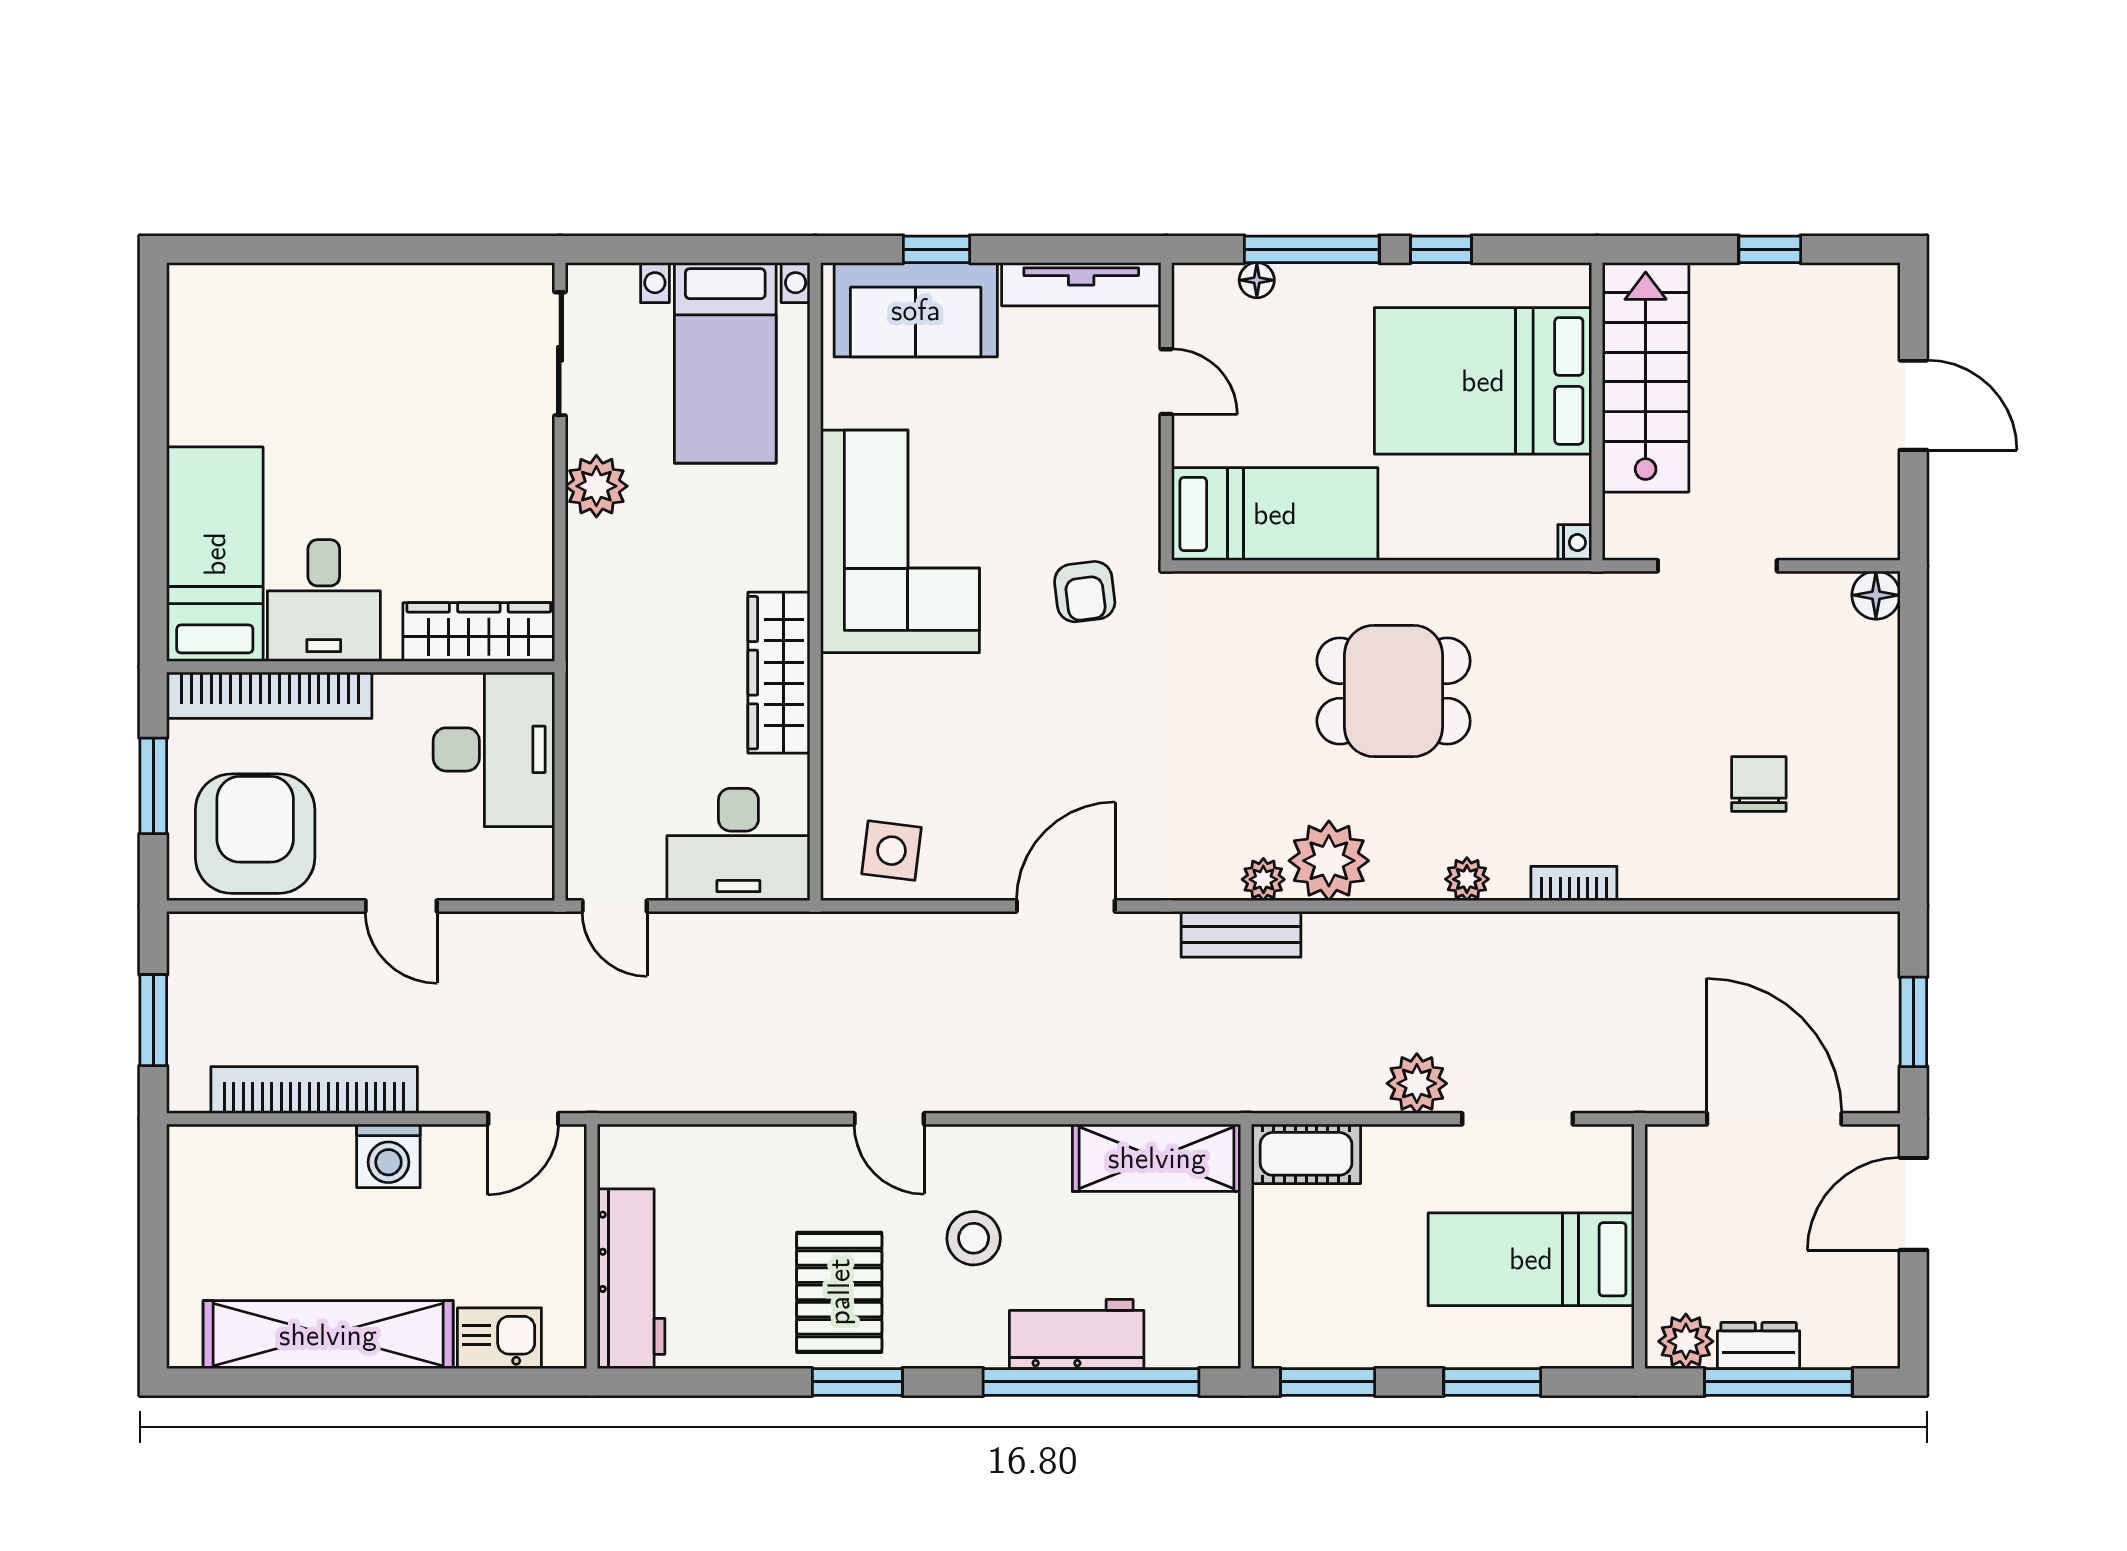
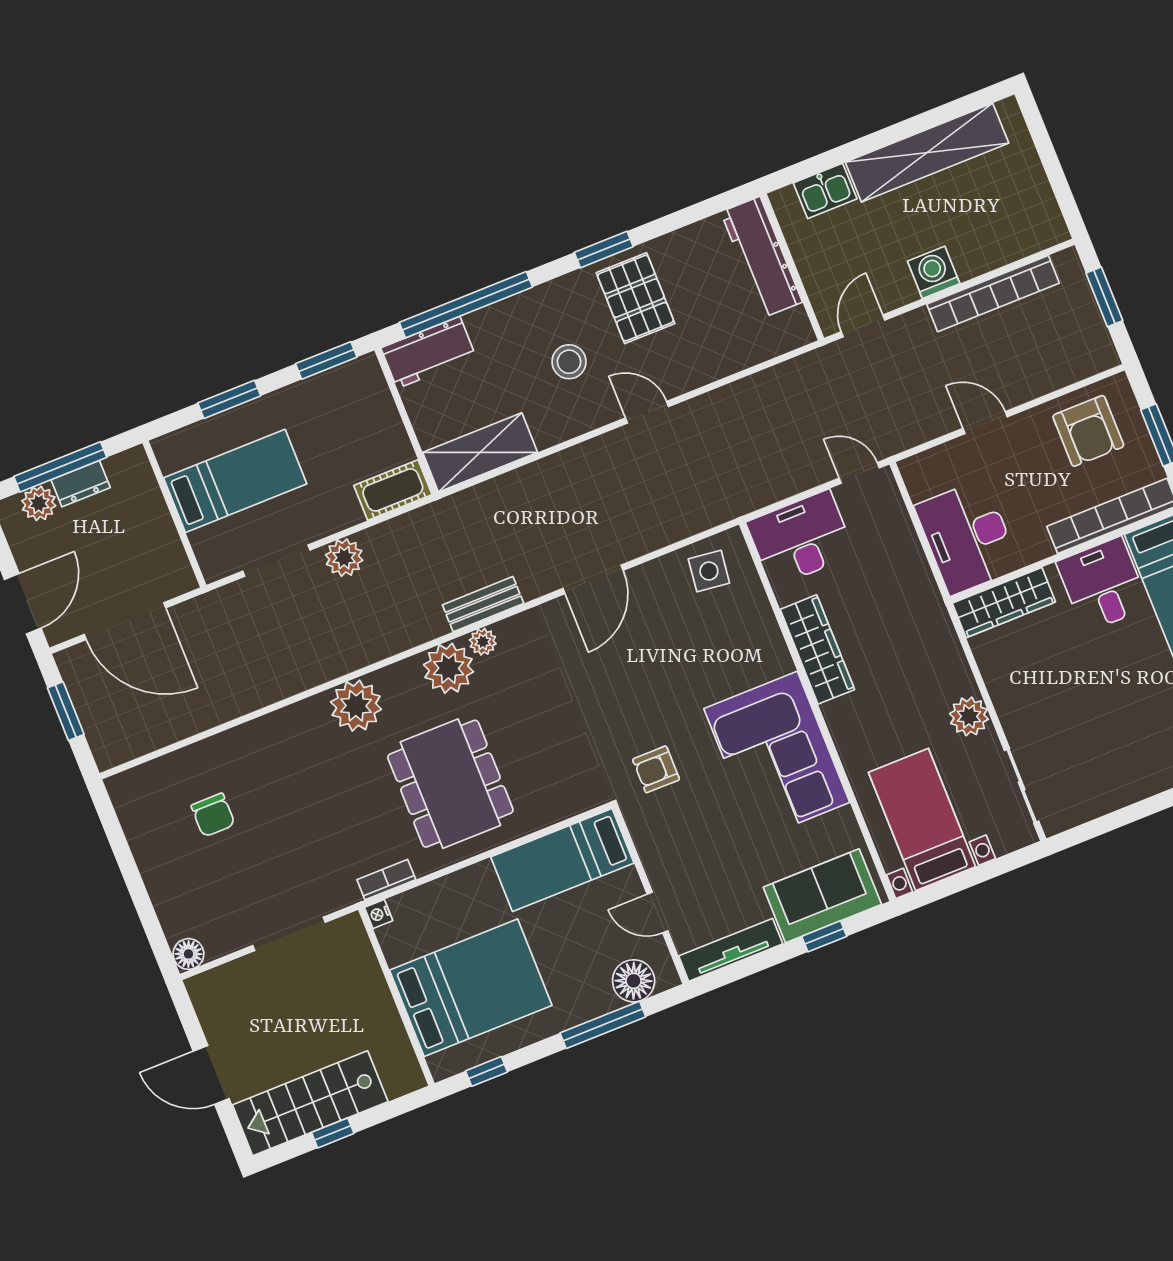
window: (1441, 249) -> (486, 1071), moved
floor lamp: (1257, 280) -> (634, 981), width x1.89, depth x1.89
stairs: (1646, 377) -> (310, 1103), moved, turned 90
armchair: (1085, 592) -> (656, 769), turned -83
dining table: (1394, 691) -> (450, 784), width x1.37
armchair: (255, 834) -> (1088, 431), width x0.73, depth x0.73
plant: (1467, 879) -> (356, 706), width x1.88, depth x1.88
bookcase: (1574, 884) -> (386, 880), moved, turned 180
workbench: (1077, 1334) -> (429, 352), moved
plant: (1686, 1341) -> (39, 503), moved

